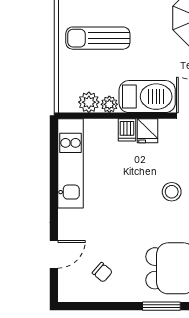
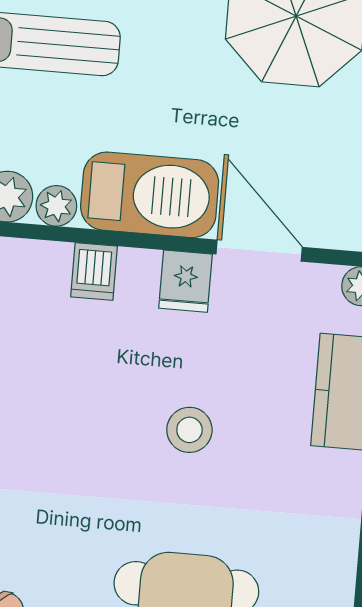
fridge: (147, 131) -> (185, 281), moved

